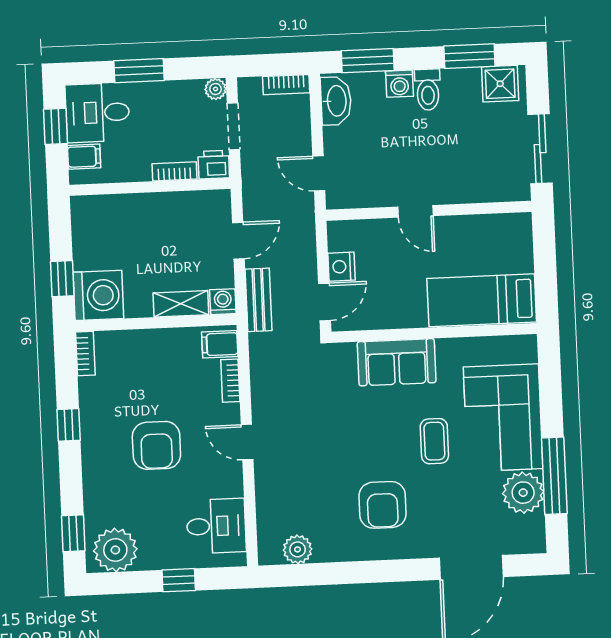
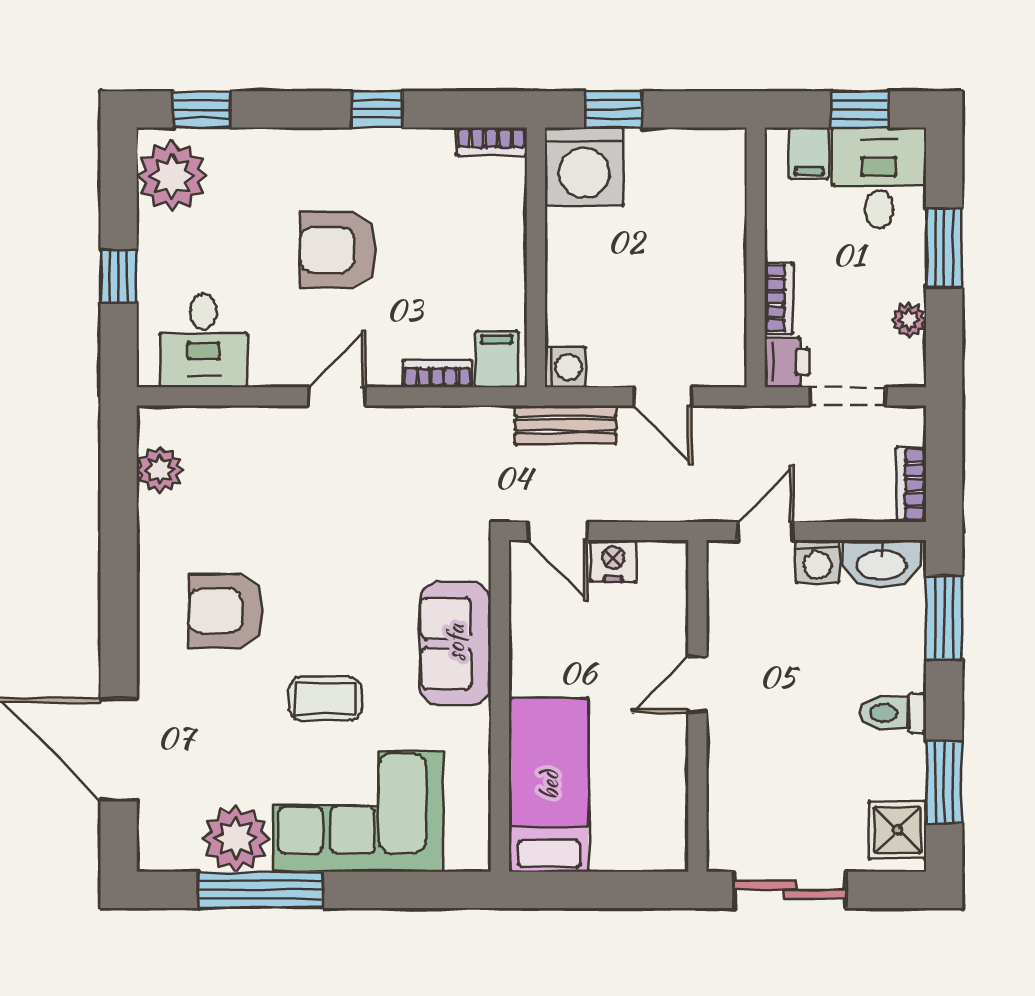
washing machine: (400, 84) -> (817, 561), moved, turned -90
plant: (216, 89) -> (909, 320), moved
shelving: (181, 304) -> (565, 299), removed

